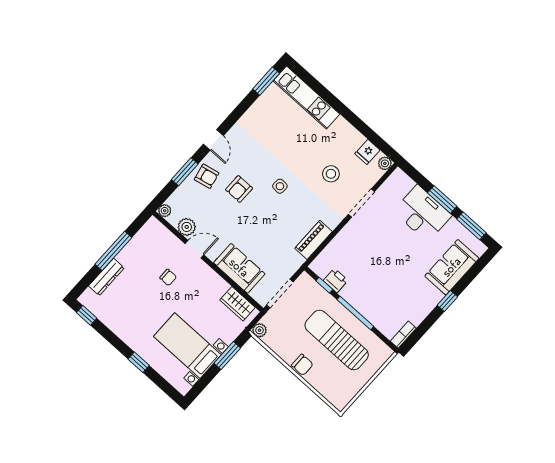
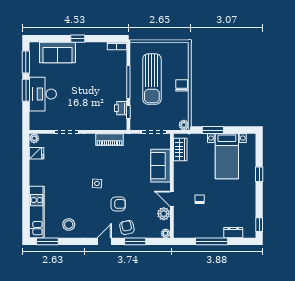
stool: (331, 174) -> (69, 225), moved
dresser: (106, 277) -> (233, 233), width x0.70

